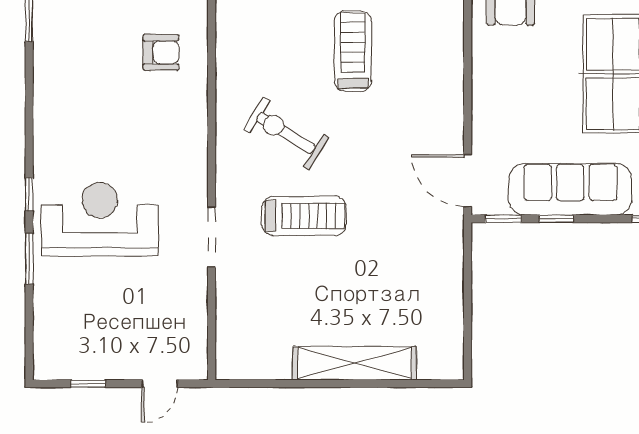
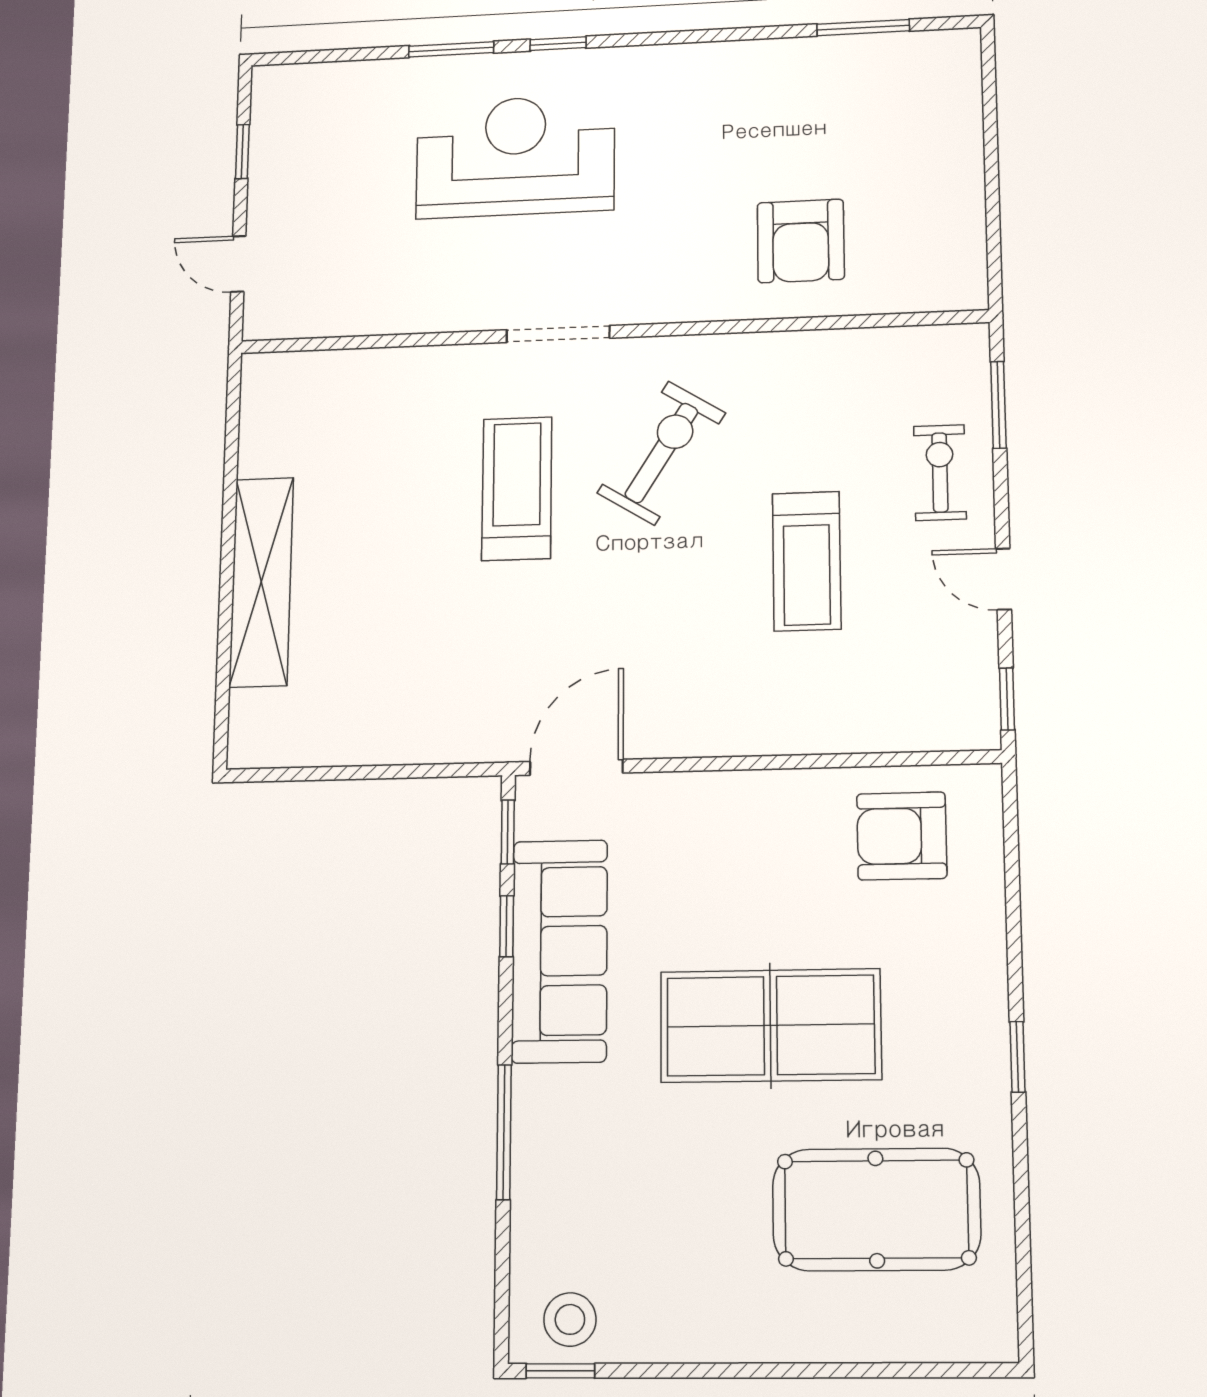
treadmill: (353, 51) -> (807, 561), turned 90
armchair: (161, 52) -> (801, 241), width x1.38, depth x1.38
treadmill: (304, 216) -> (517, 488), turned 180
reception desk: (100, 219) -> (515, 156), turned -90
doorway: (212, 237) -> (558, 334), moved

